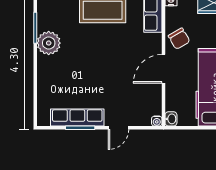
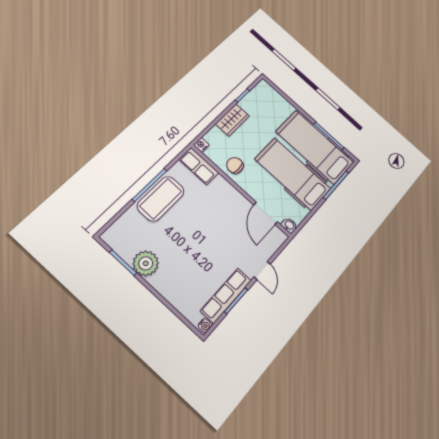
chair: (179, 39) -> (235, 165), turned -150
door: (163, 69) -> (266, 213), moved
water cooler: (157, 121) -> (205, 325), moved

